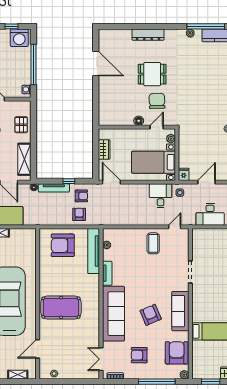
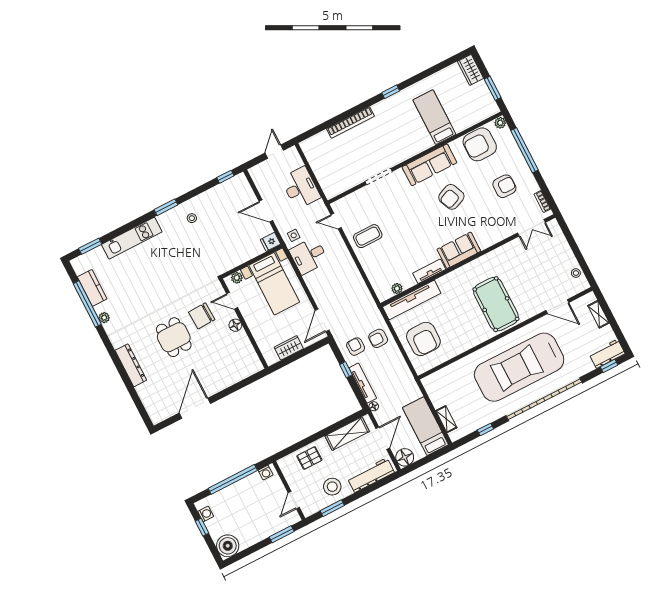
washing machine: (19, 38) -> (206, 514), width x0.53, depth x0.53
sofa: (113, 314) -> (459, 250), width x0.54, depth x0.79
armchair: (139, 355) -> (504, 186), turned -90

